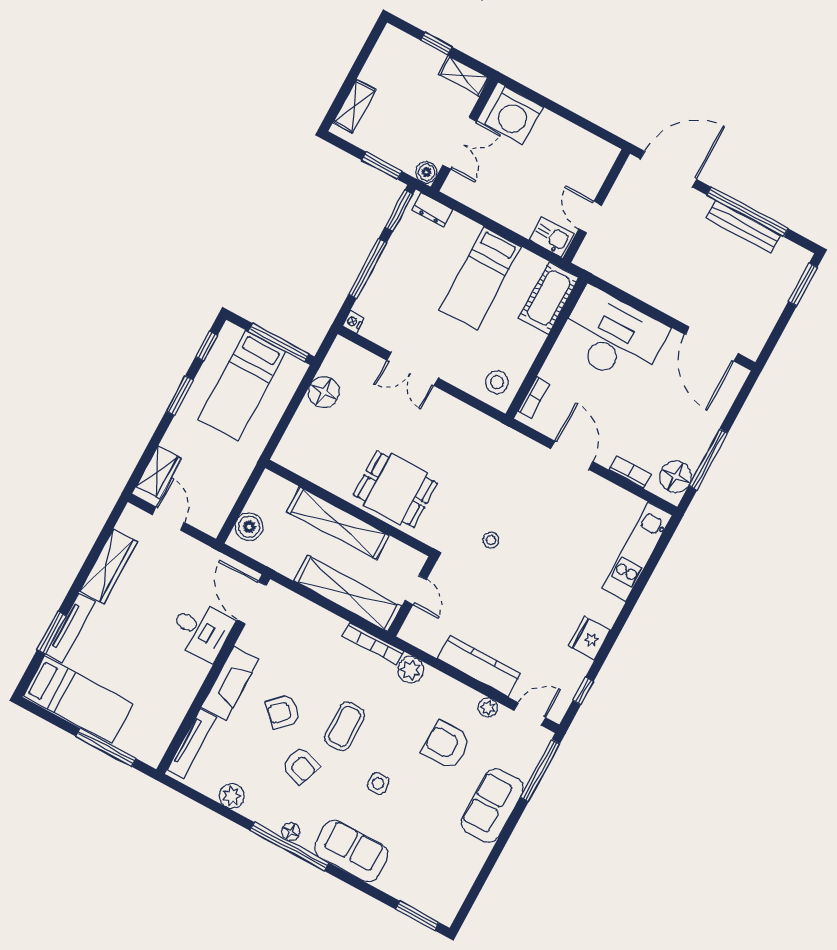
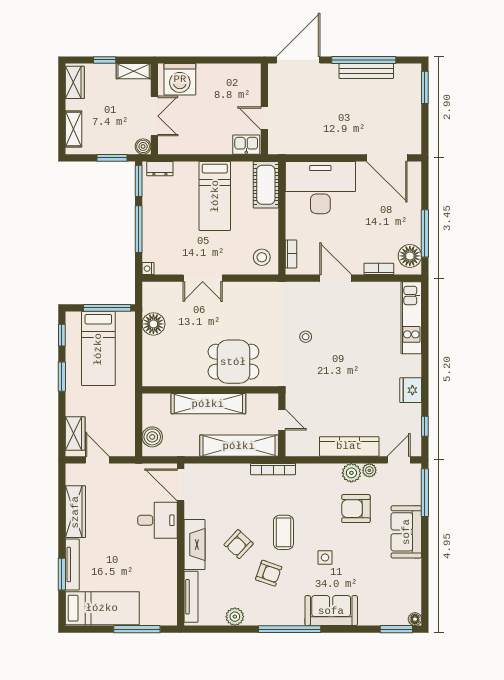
wardrobe: (386, 51) -> (75, 82), added
stool: (491, 540) -> (306, 337), moved
plant: (411, 670) -> (351, 473), moved
floor lamp: (291, 832) -> (415, 619), moved

